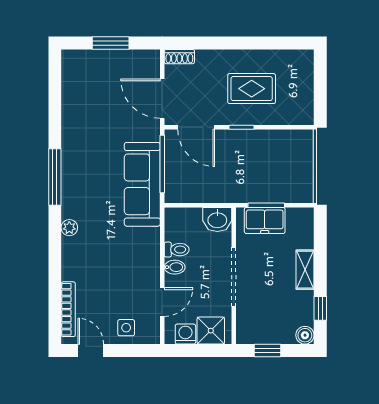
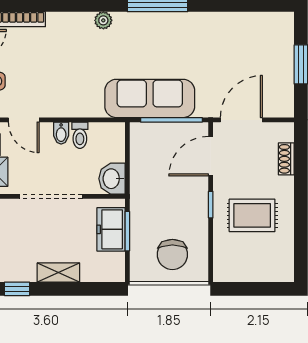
shoe rack: (179, 57) -> (286, 159), moved
rug: (252, 89) -> (252, 215), turned 90
chair: (288, 163) -> (172, 254), added

